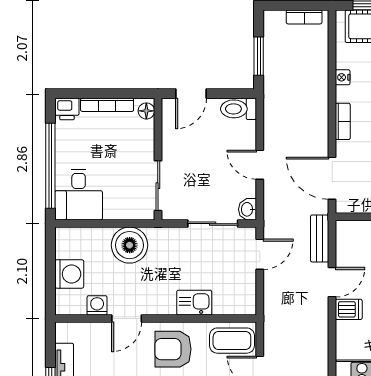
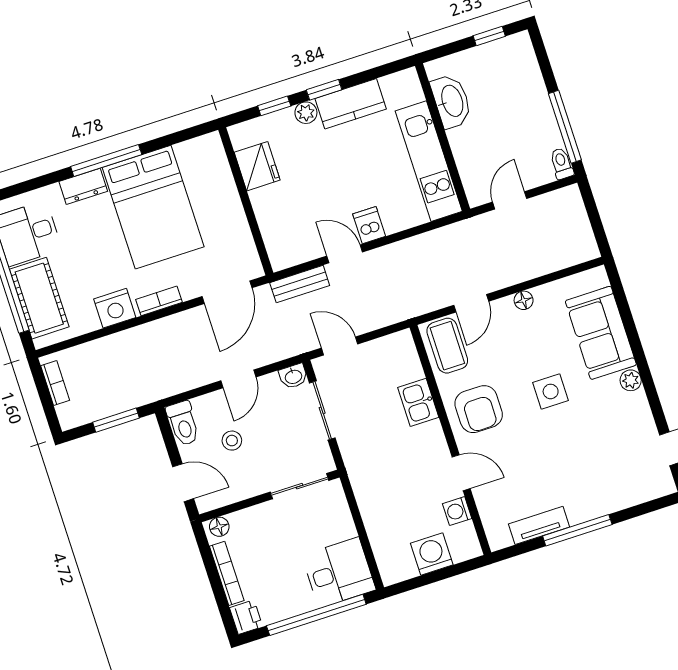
nightstand: (343, 77) -> (115, 308), width x1.89, depth x1.79
stool: (212, 143) -> (232, 441), added
boiler: (130, 245) -> (377, 496), removed

